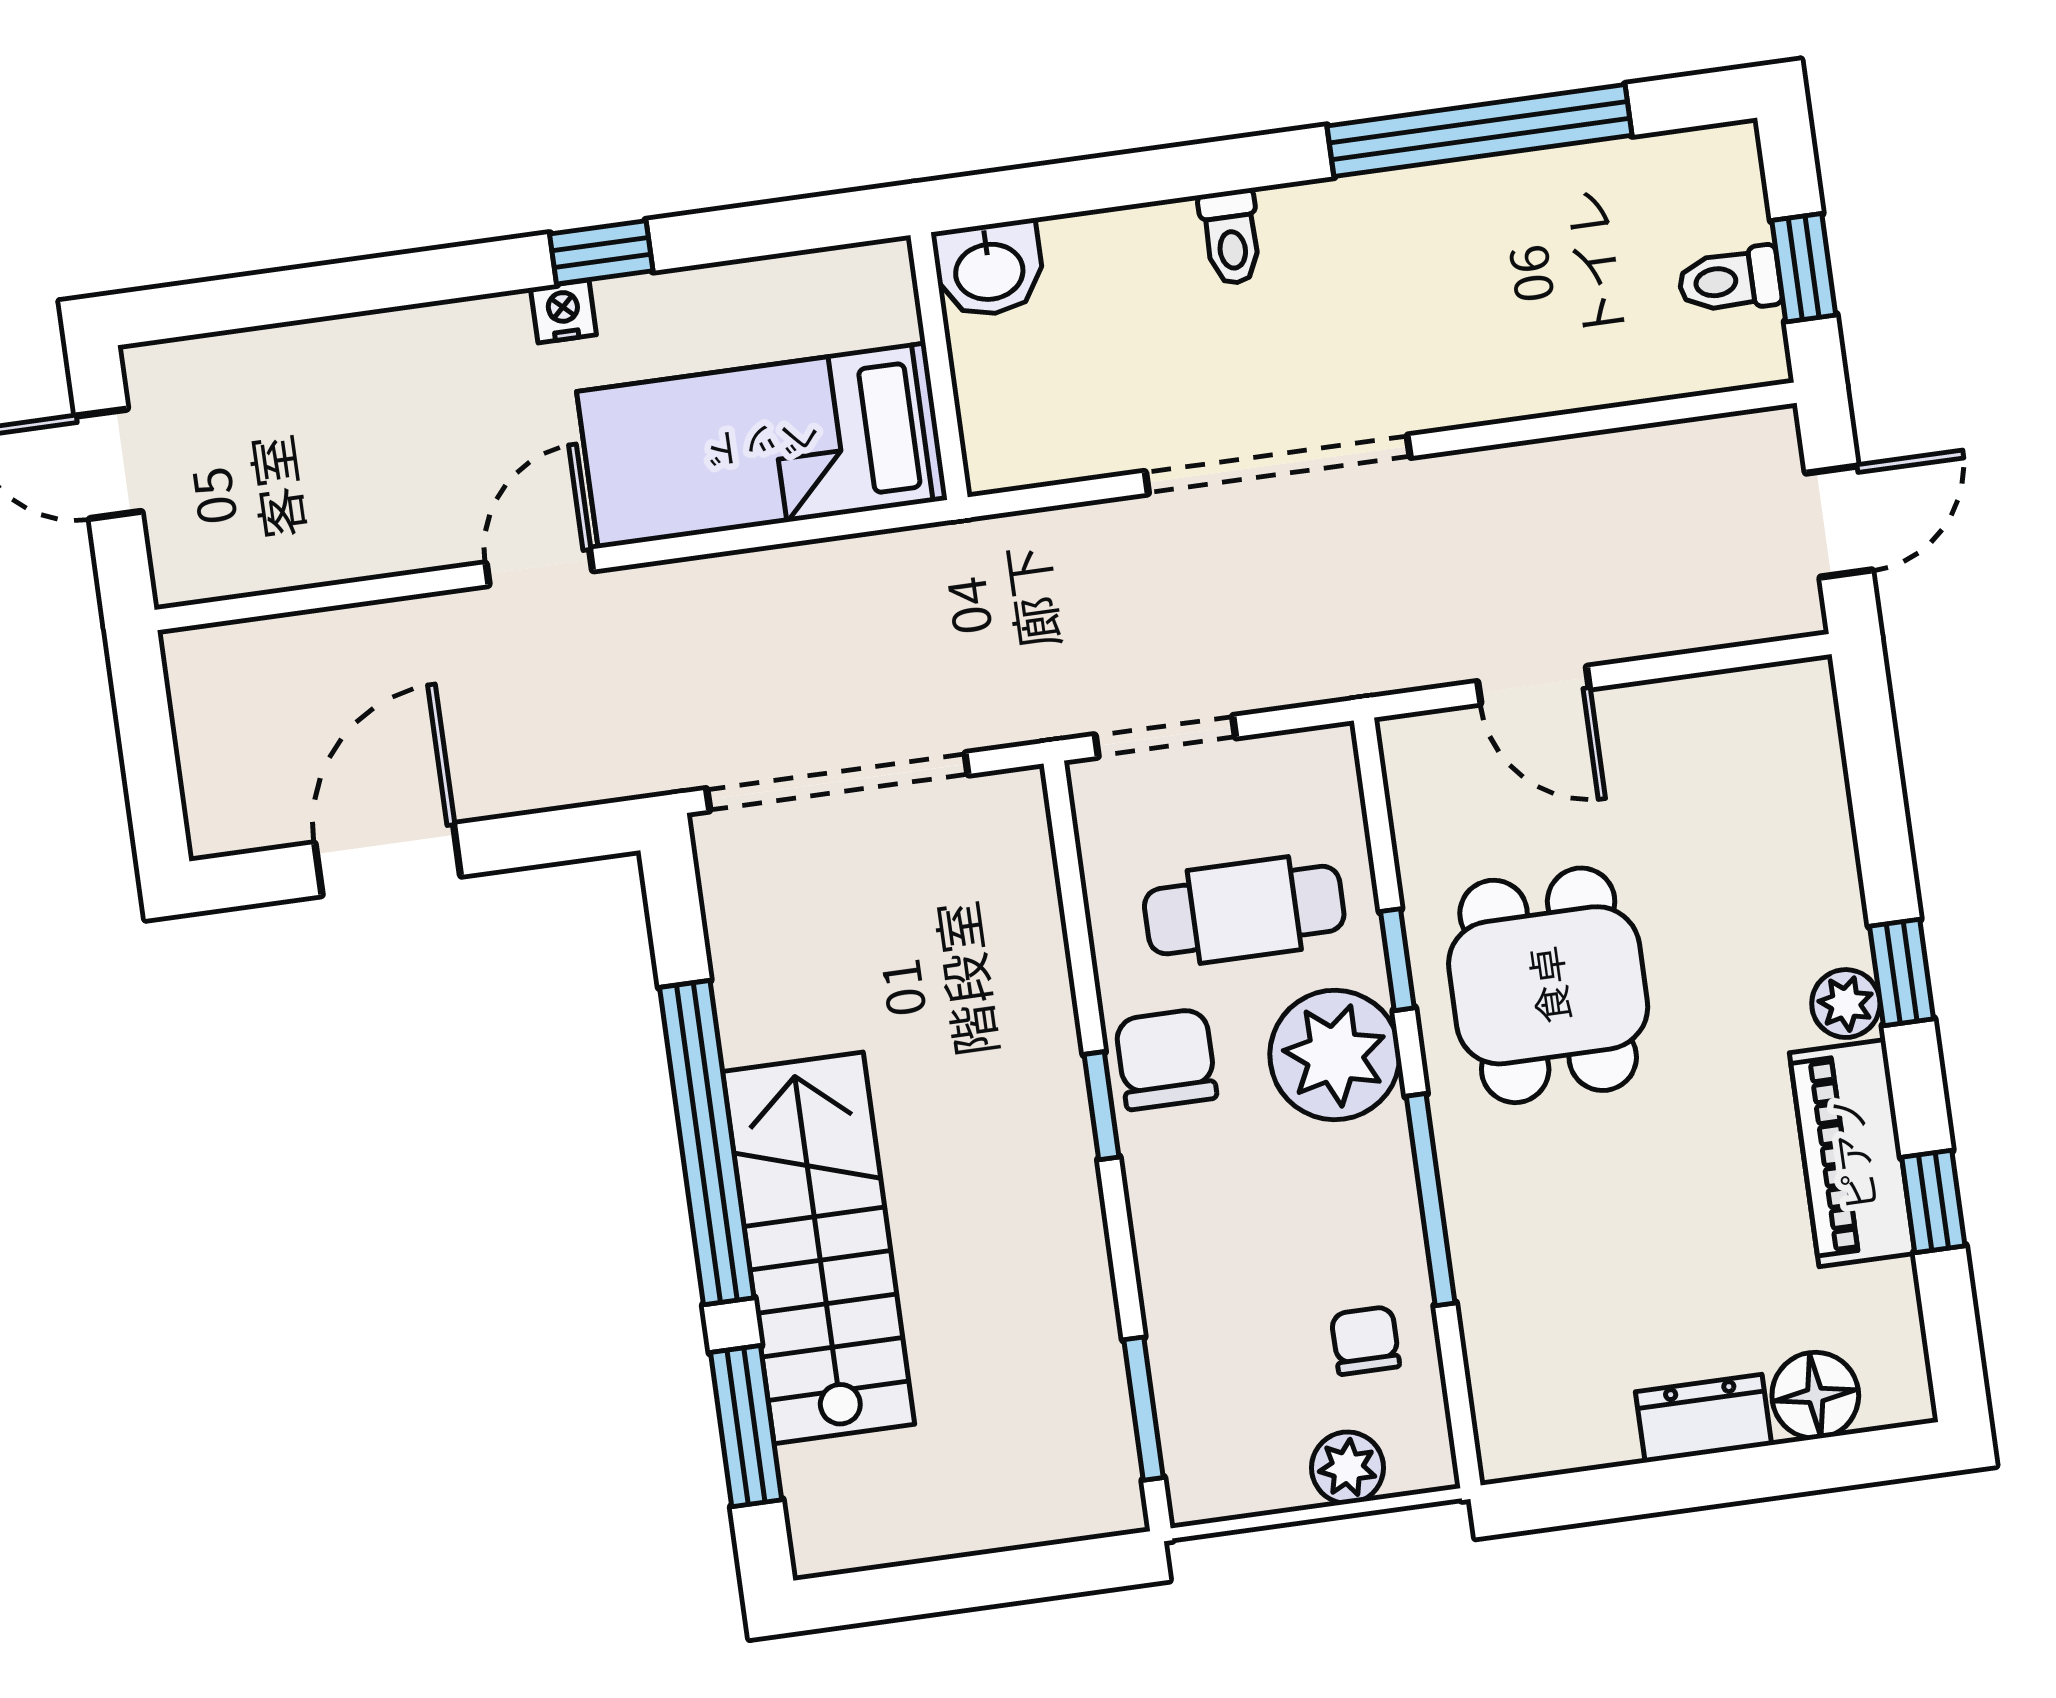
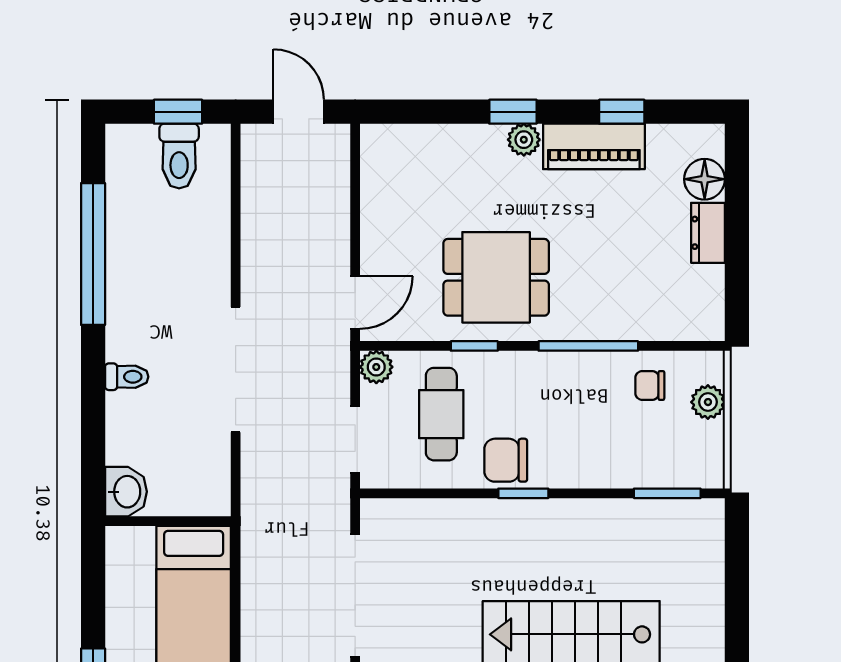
toilet: (1730, 280) -> (179, 156), width x1.37, depth x1.39
door: (1534, 685) -> (355, 303), moved
plant: (1335, 1055) -> (376, 367), moved, width x0.53, depth x0.53

